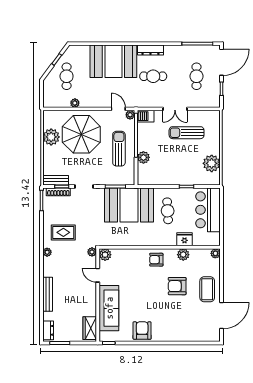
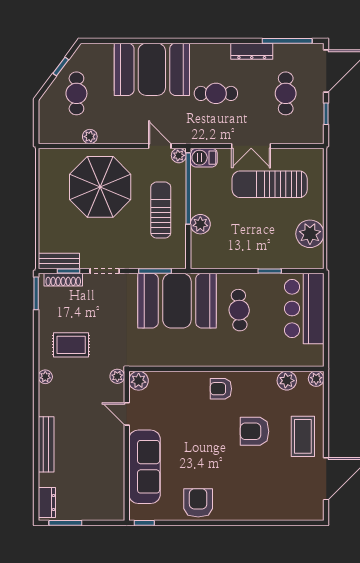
dresser: (150, 50) -> (252, 51), moved
sun lounger: (187, 133) -> (270, 184), width x1.36, depth x1.34
plant: (51, 137) -> (52, 191), removed
fridge: (185, 239) -> (266, 356), removed
plant: (183, 255) -> (287, 381), moved
wardrobe: (90, 328) -> (114, 499), removed

